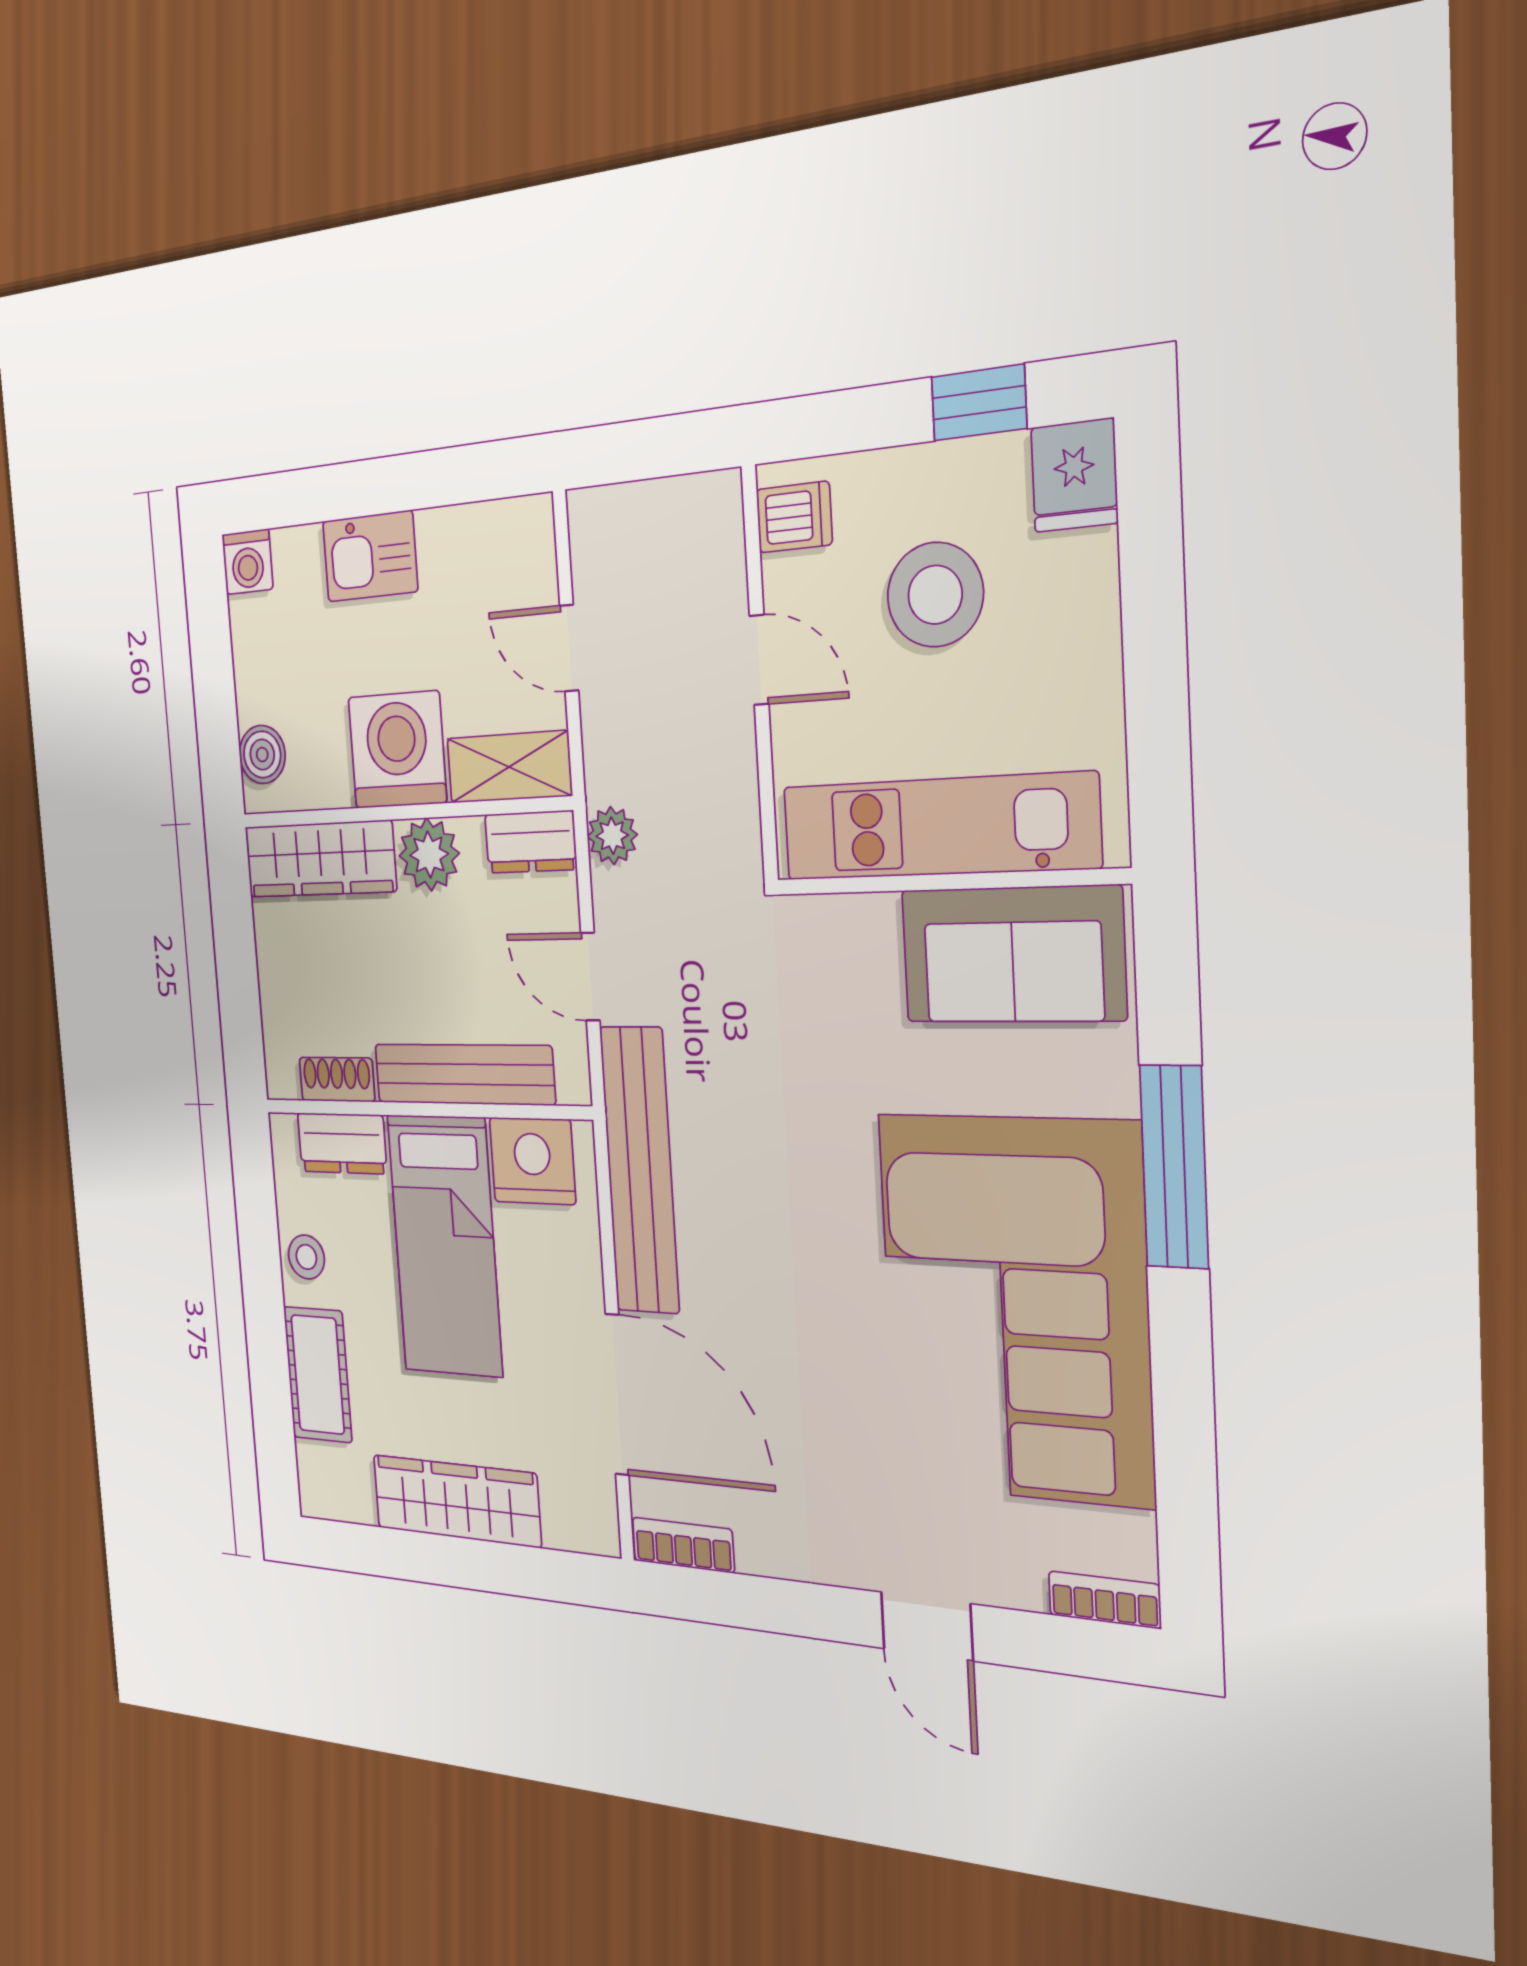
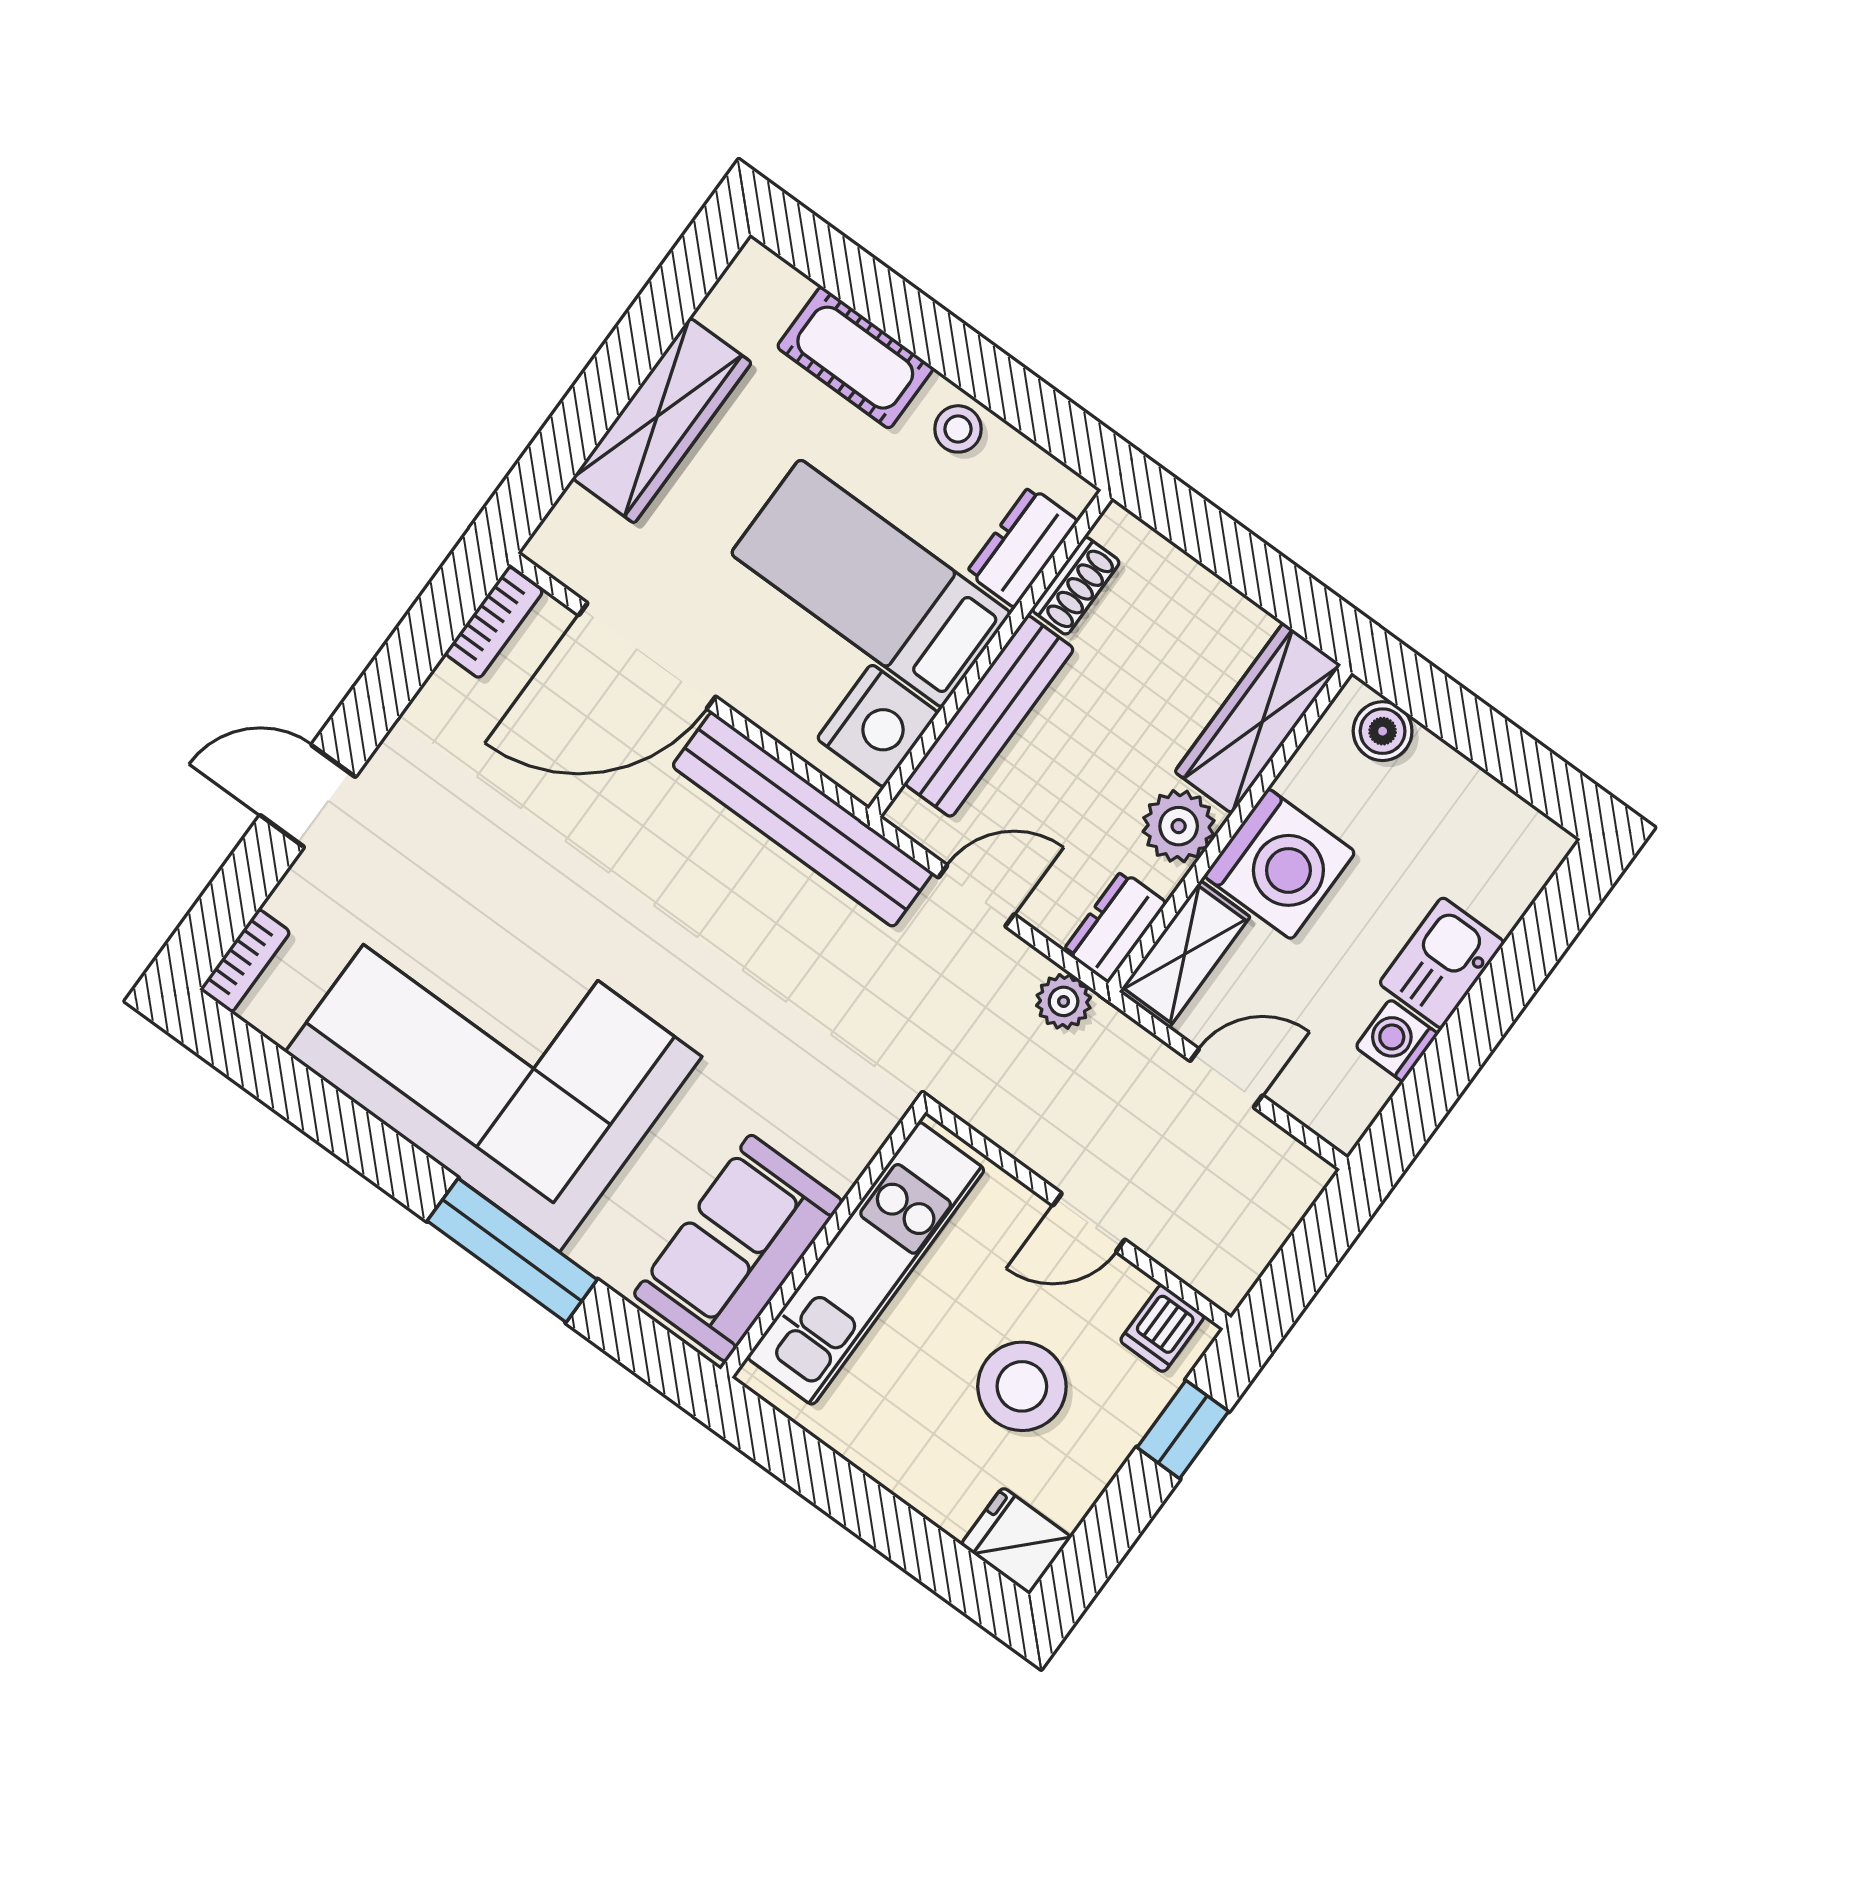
window: (979, 403) -> (1183, 1429), moved
washing machine: (248, 562) -> (1397, 1040), moved

